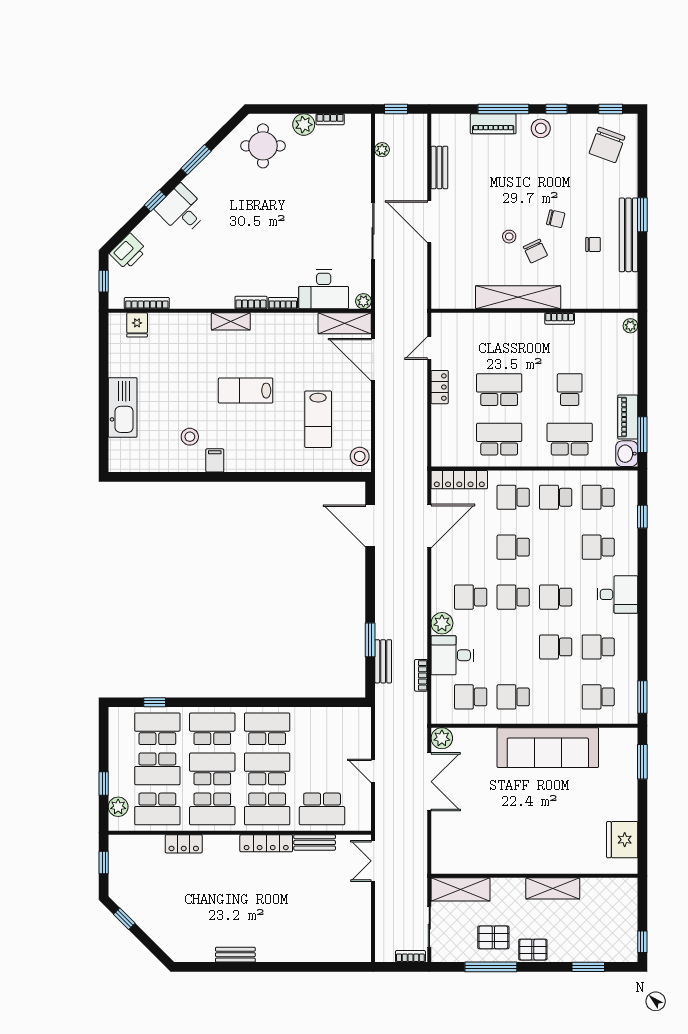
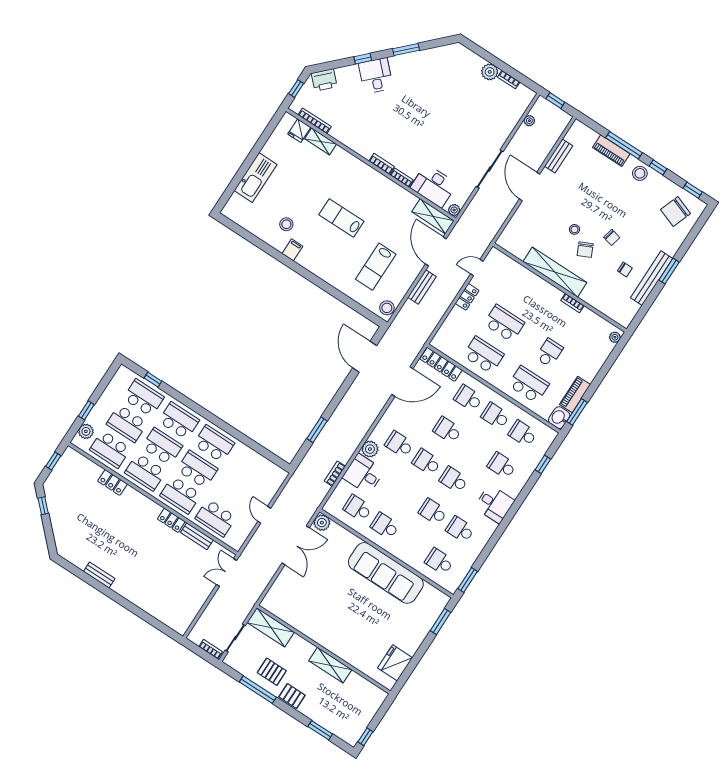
round table: (263, 146) -> (455, 69), removed
shelving: (231, 321) -> (321, 141), moved
bench: (383, 661) -> (422, 287), moved
locker: (266, 843) -> (171, 520), width x0.66

